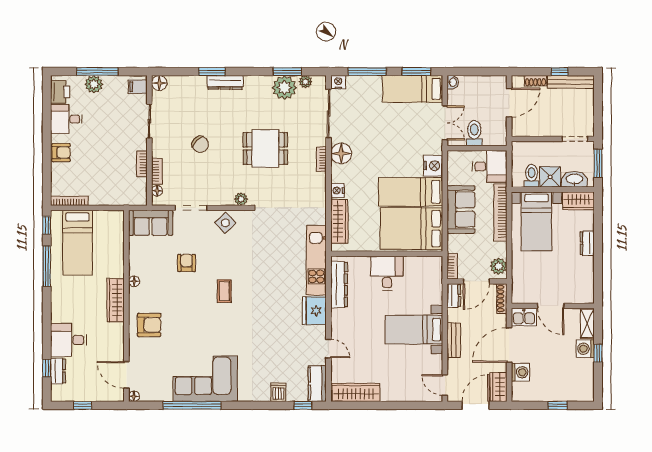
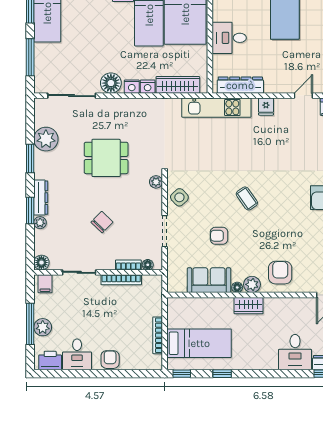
window: (287, 72) -> (30, 159), moved
plant: (306, 82) -> (40, 223), moved
nightstand: (338, 82) -> (132, 87), moved, turned -90
dining table: (265, 149) -> (106, 158), turned 90
bookcase: (321, 159) -> (116, 103), removed
bookcase: (142, 164) -> (121, 280), width x1.56
bookcase: (69, 201) -> (158, 335), moved
sofa: (151, 223) -> (209, 280), moved, turned -90
window: (47, 266) -> (222, 374), width x0.46
coffee table: (224, 291) -> (247, 198), turned 55
plant: (137, 296) -> (252, 284), added
wardrobe: (116, 300) -> (249, 306), width x0.67
fridge: (314, 311) -> (266, 107), width x0.53, depth x0.75

